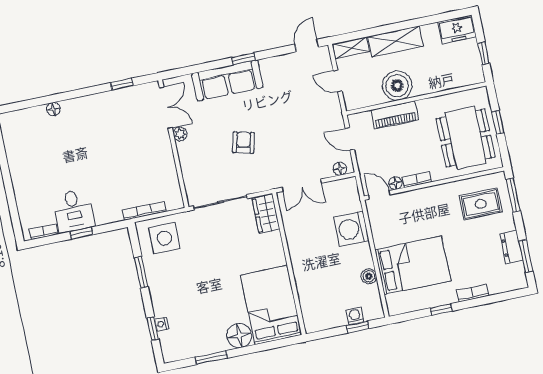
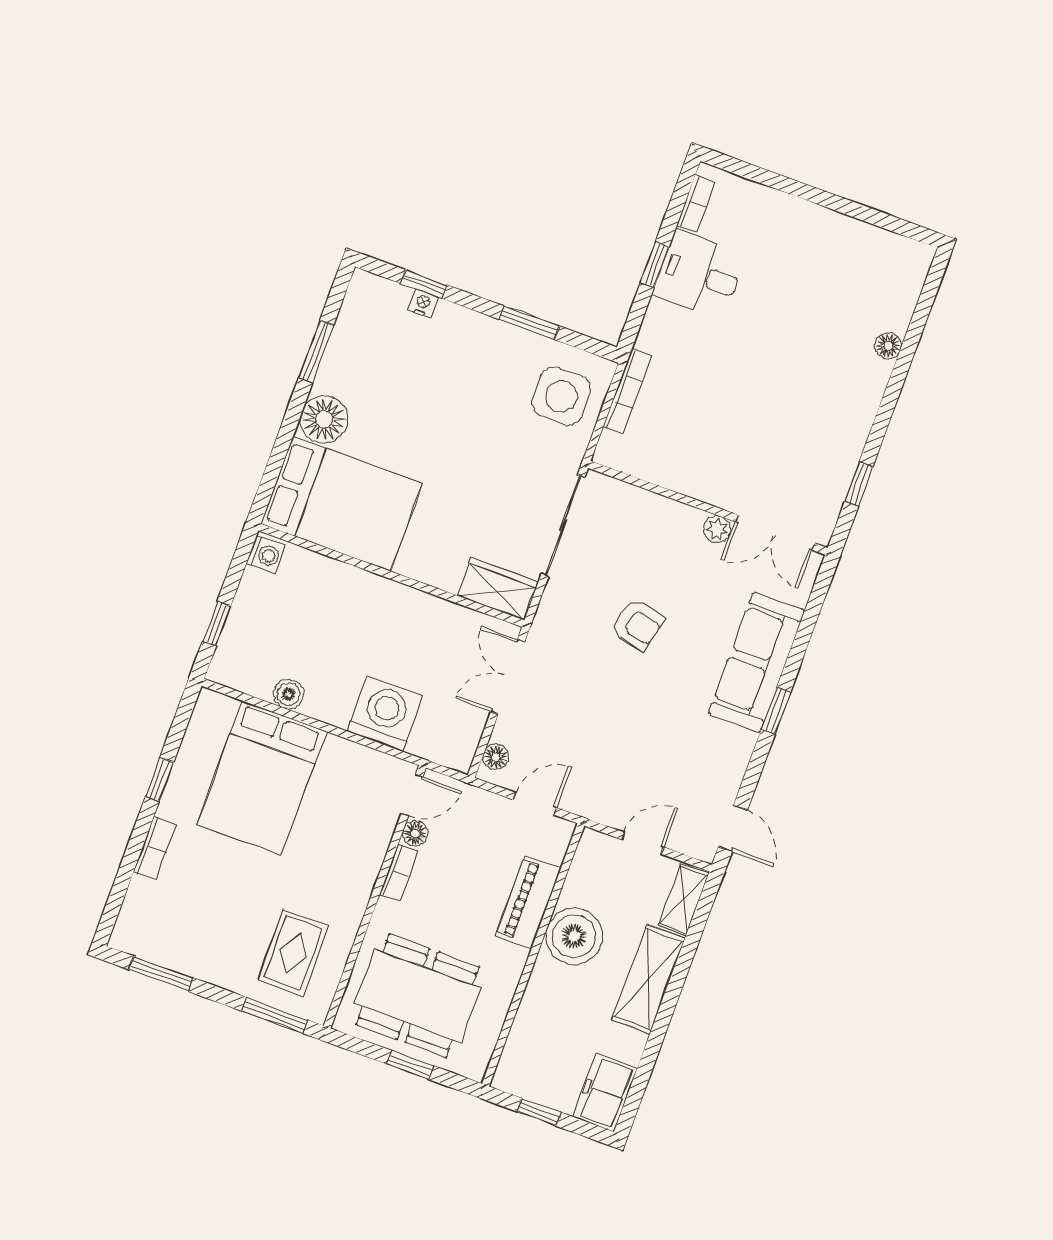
dresser: (511, 247) -> (191, 959), removed
washing machine: (355, 316) -> (266, 555), moved

